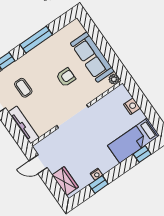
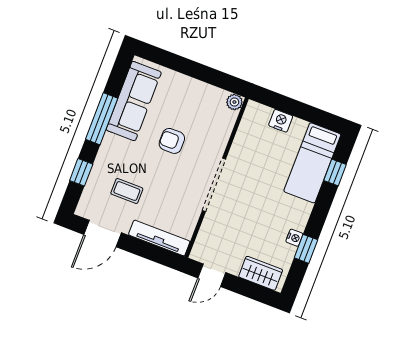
sofa: (92, 57) -> (134, 101), moved, turned -90
armchair: (66, 77) -> (172, 141), turned -90

